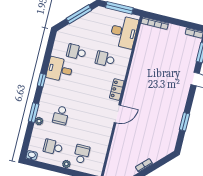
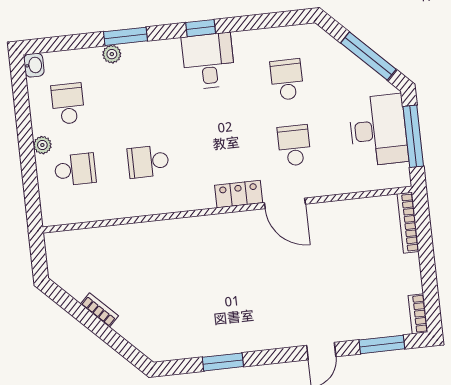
desk: (124, 32) -> (378, 130), moved, turned -90
desk: (60, 69) -> (208, 61), moved
door: (117, 114) -> (285, 203), moved
school desk: (61, 115) -> (148, 162), moved

